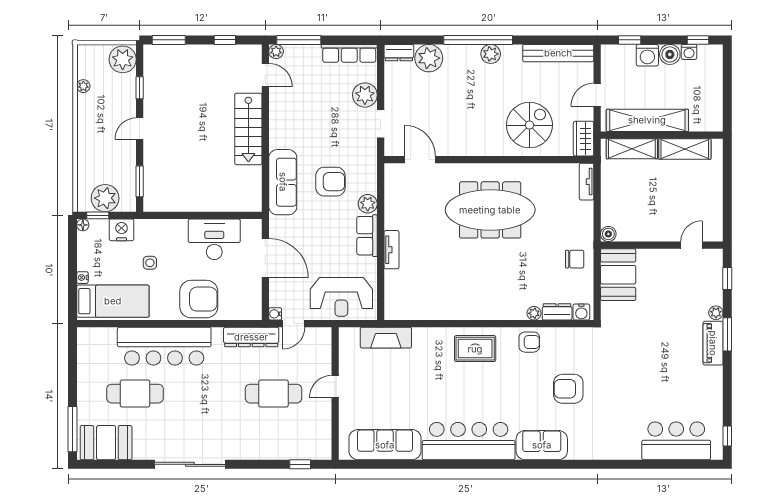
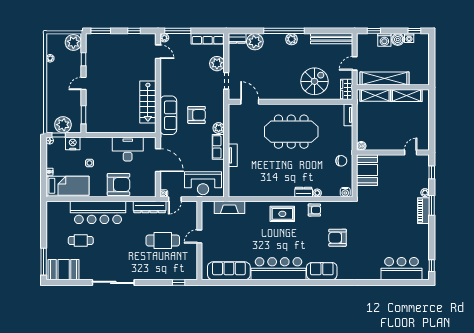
stairs: (248, 129) -> (148, 102), moved
dresser: (557, 312) -> (304, 192), moved
cafe table: (135, 394) -> (81, 241), width x0.73, depth x0.74

